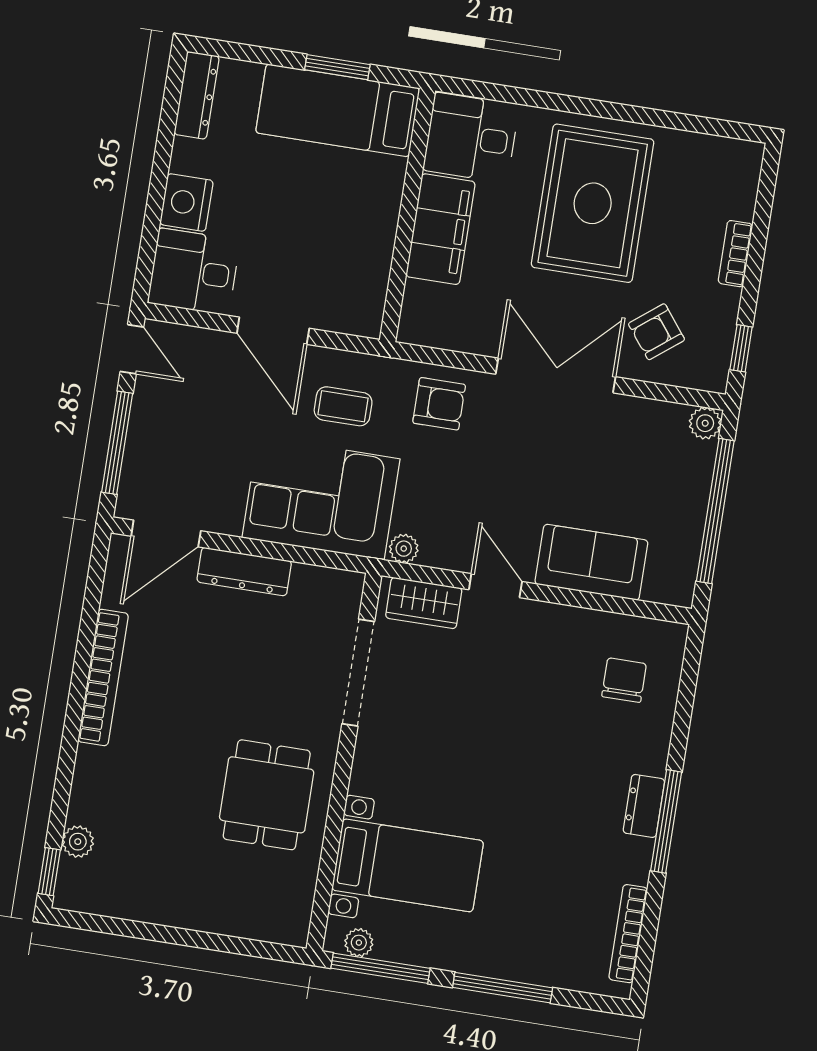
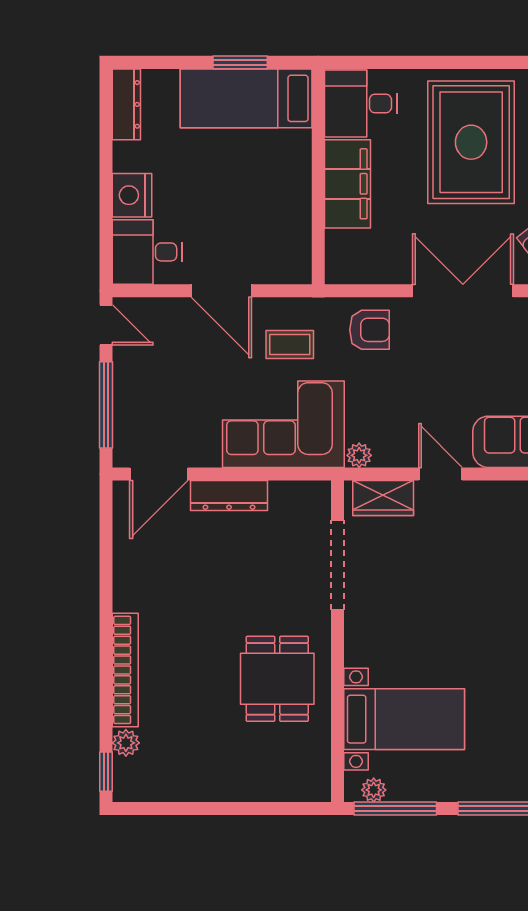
bookcase: (103, 677) -> (125, 670), moved

